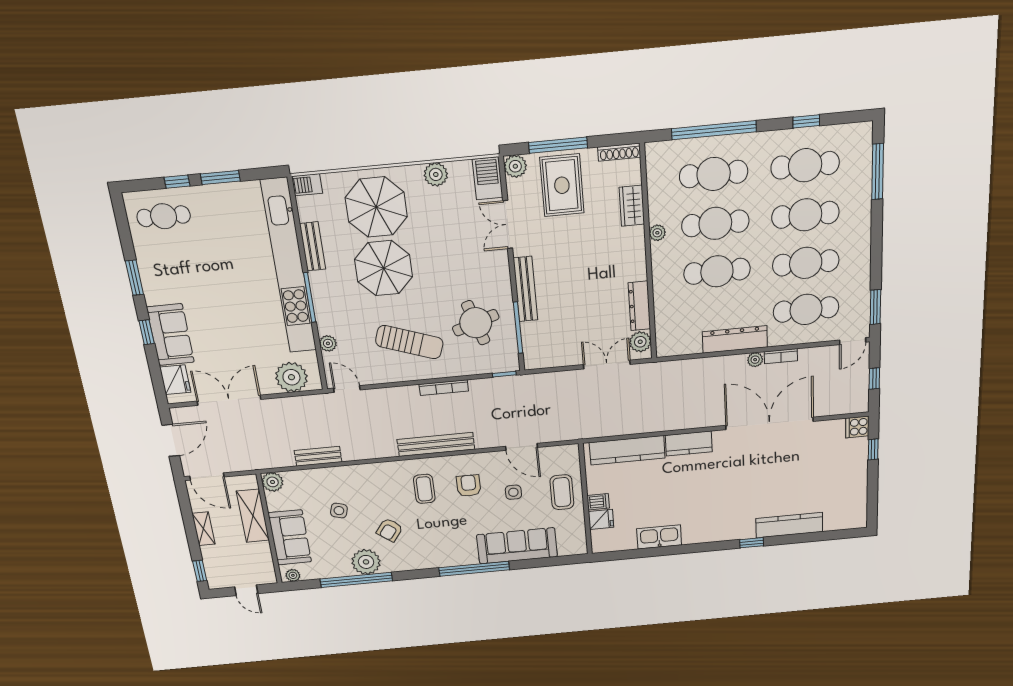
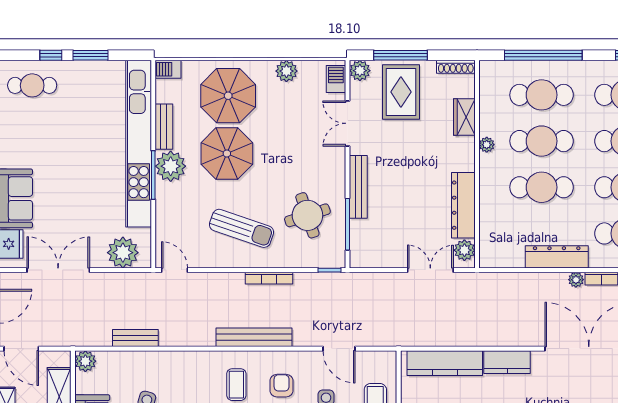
barbecue: (488, 178) -> (336, 79), width x0.73, depth x0.79
dresser: (639, 306) -> (463, 205), width x1.37, depth x1.24
plant: (328, 343) -> (171, 166), moved, width x1.88, depth x1.88

